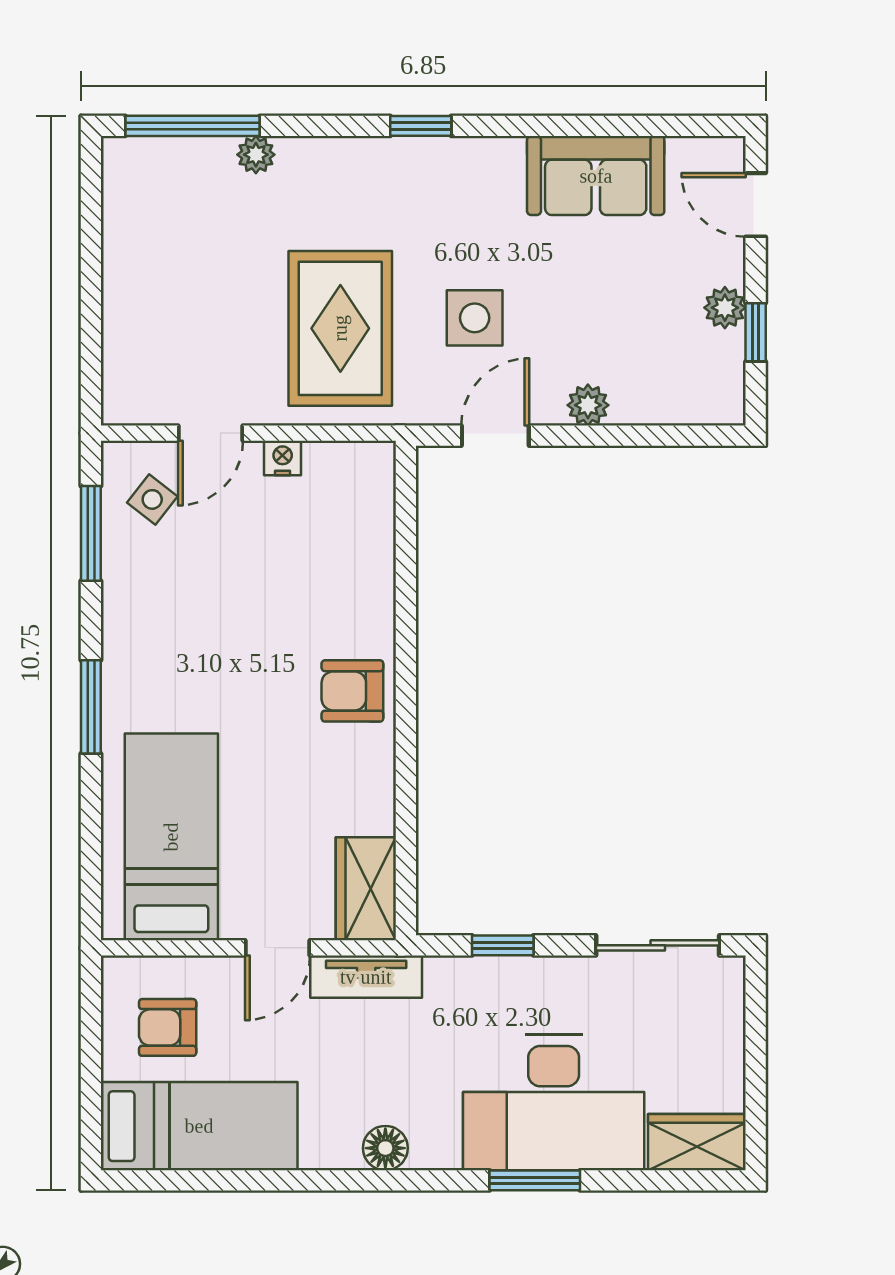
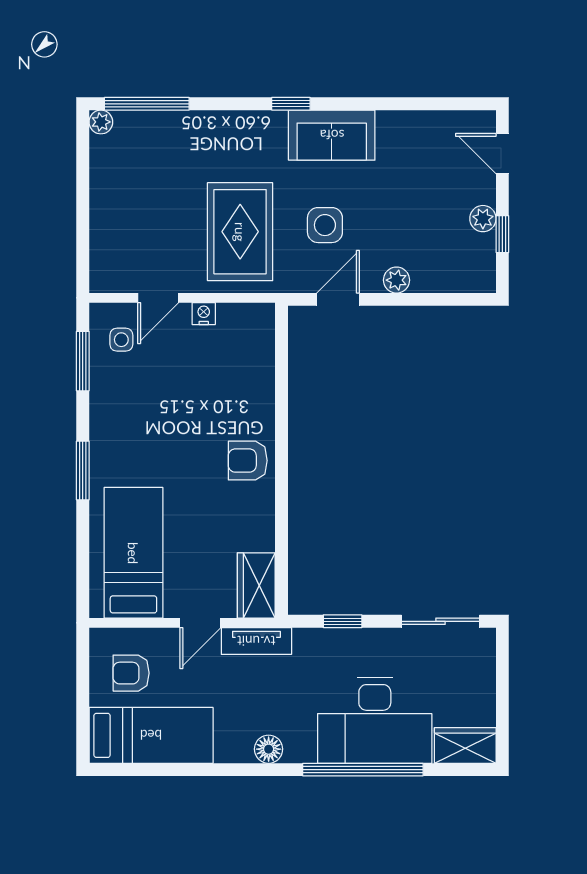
plant: (256, 155) -> (101, 122), moved
sofa: (596, 176) -> (332, 135), moved
side table: (152, 499) -> (121, 340), turned -38
window: (535, 1180) -> (363, 770), width x2.11

